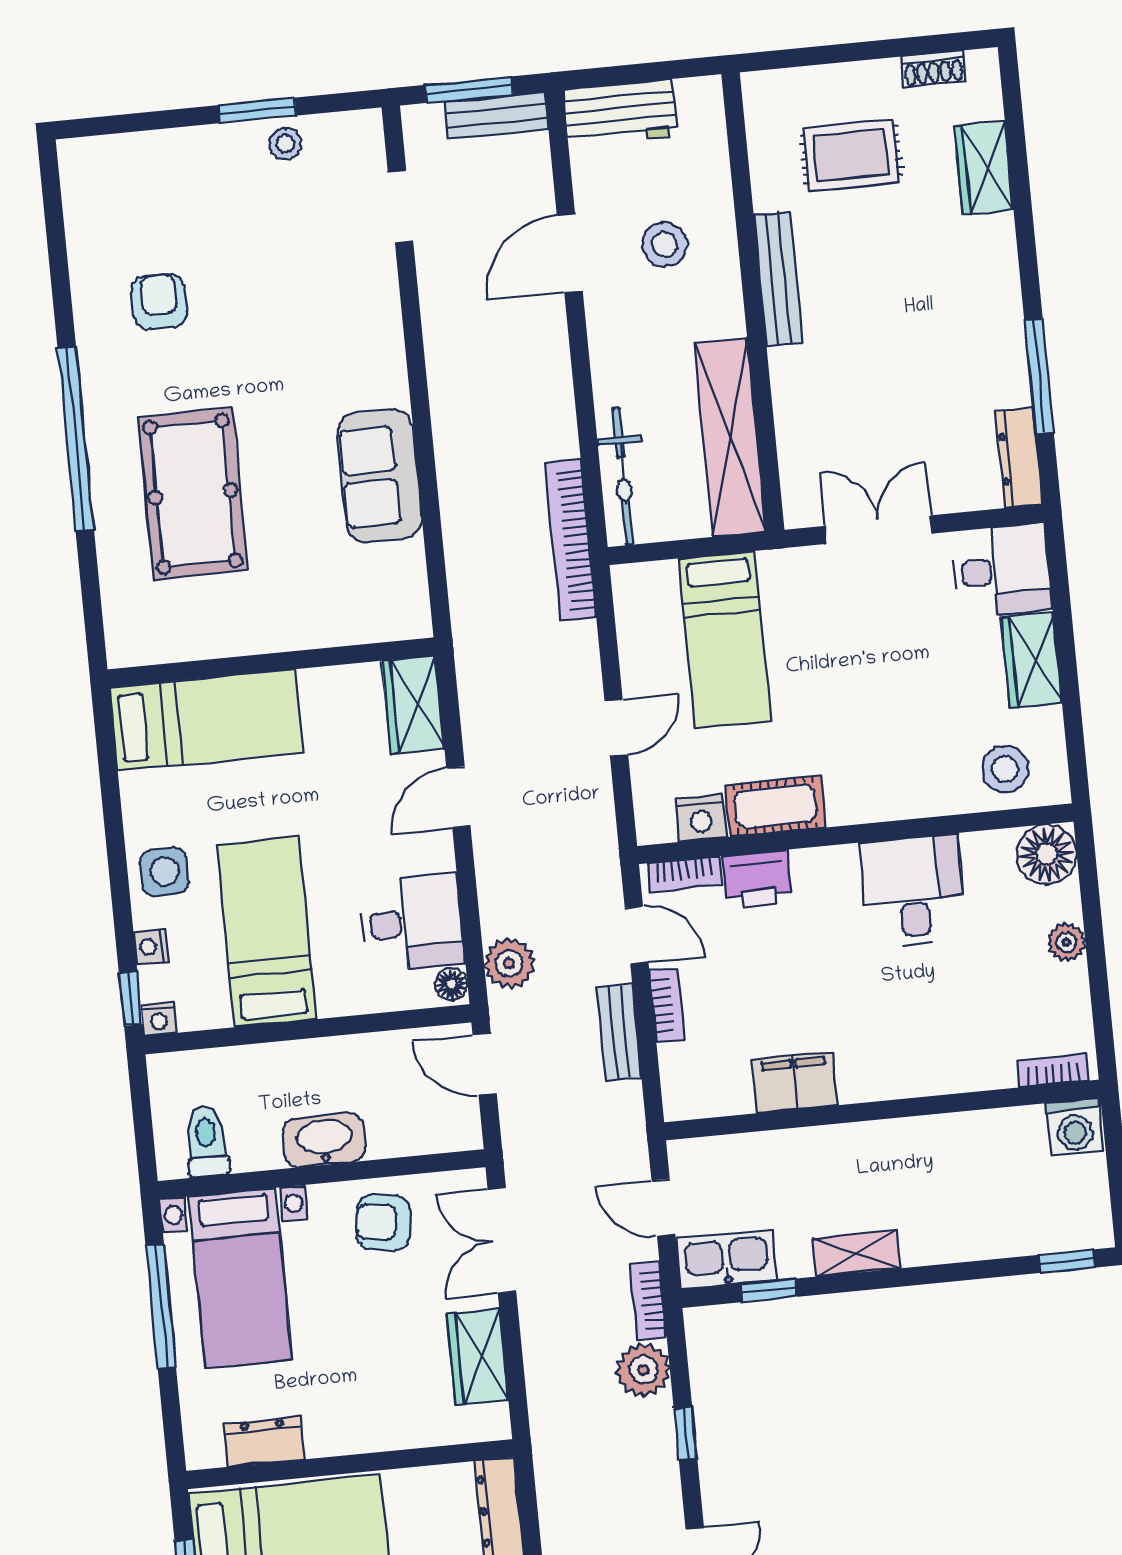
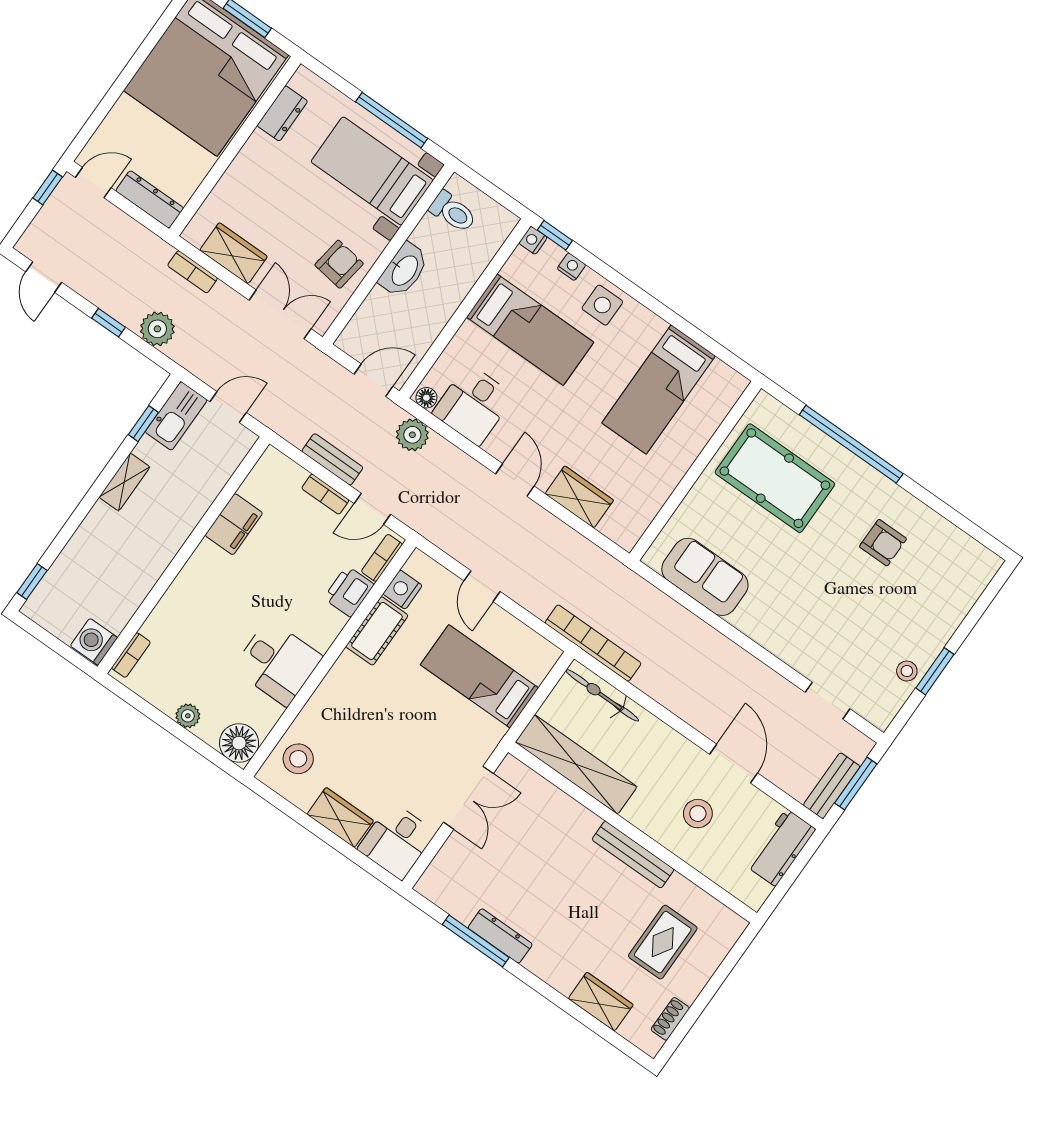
dresser: (1019, 458) -> (500, 936), moved
wall: (271, 662) -> (695, 471), moved
bookcase: (648, 1301) -> (193, 272), moved, turned 180

